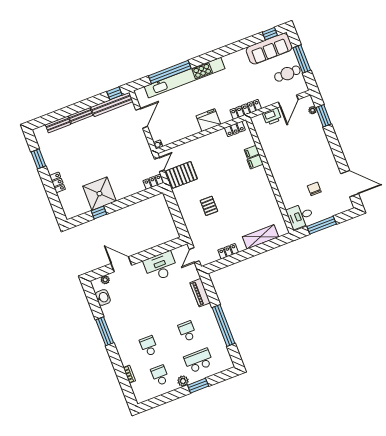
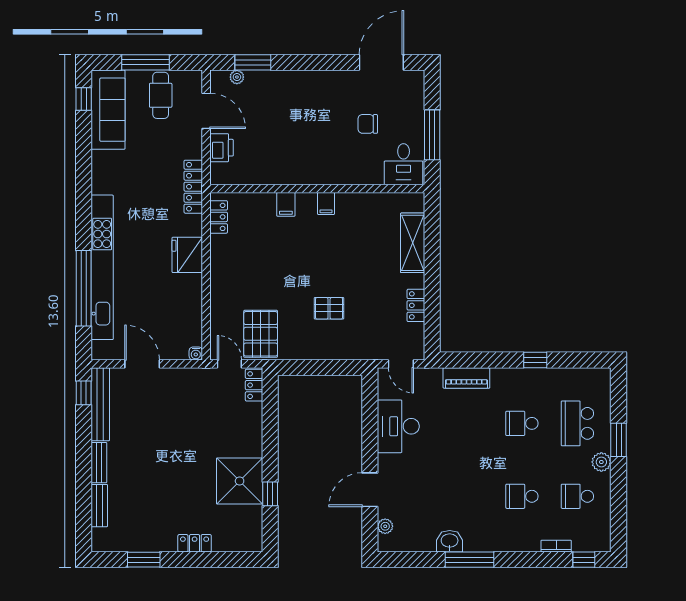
filing cabinet: (252, 152) -> (326, 204), moved
washbasin: (103, 297) -> (450, 541), moved
window: (223, 325) -> (535, 360), width x0.32
window: (128, 392) -> (584, 560), added

